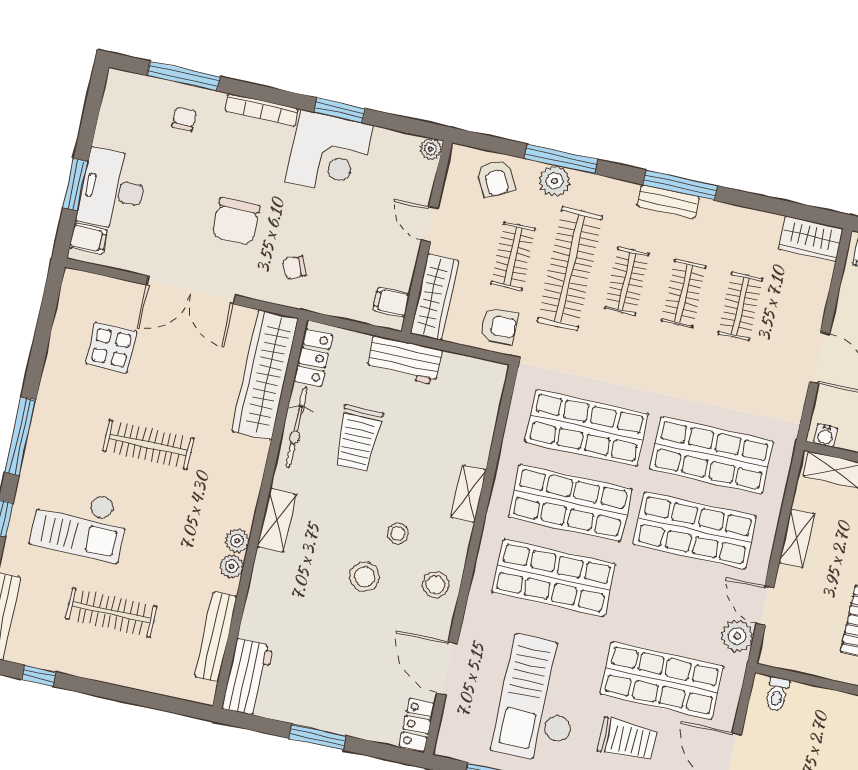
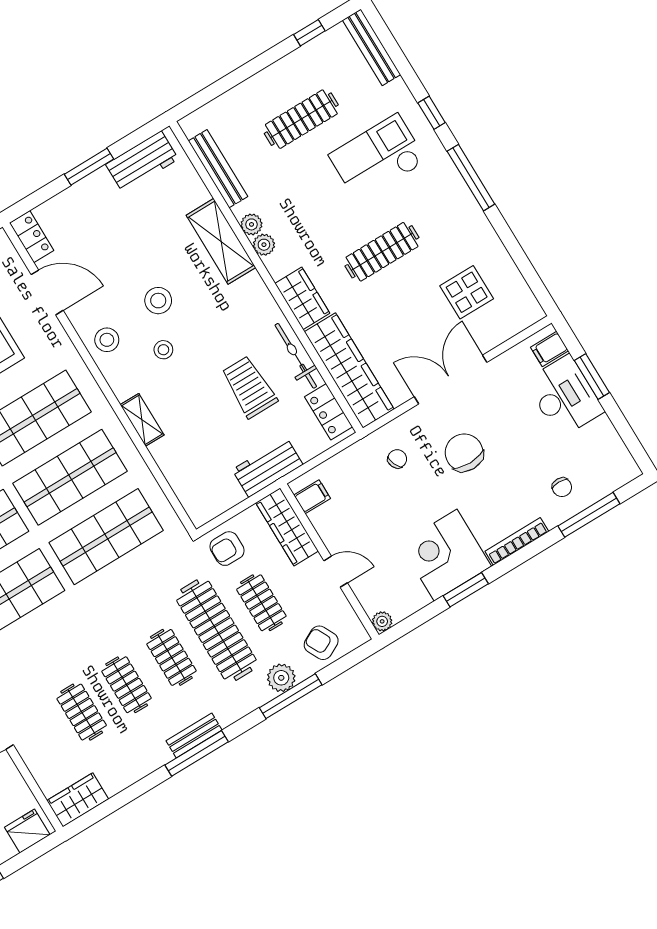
wardrobe: (247, 468) -> (302, 298), added
shelving: (277, 520) -> (221, 241), moved, width x1.50, depth x1.33
workbench: (247, 677) -> (142, 162), moved, turned -90

